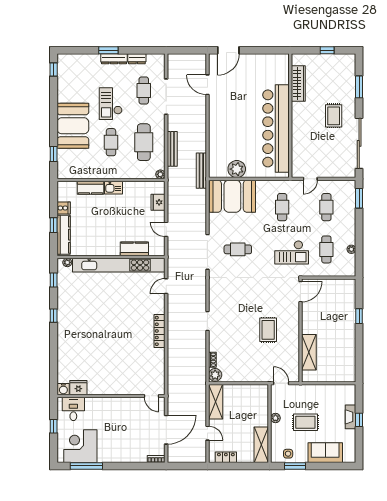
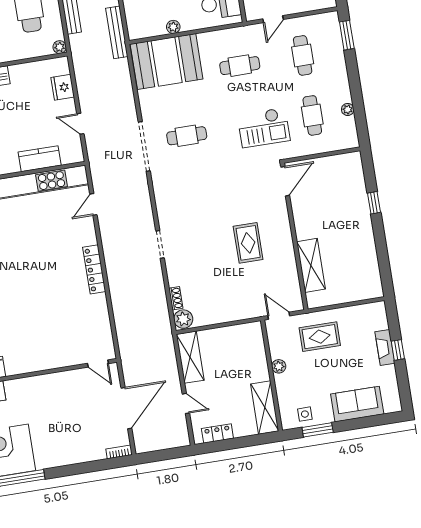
plant: (237, 169) -> (173, 27), width x0.53, depth x0.53
cafe table: (282, 207) -> (240, 66), turned 90
rug: (305, 422) -> (320, 337), moved

